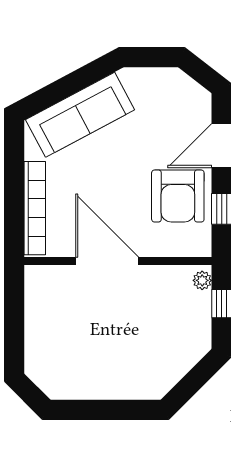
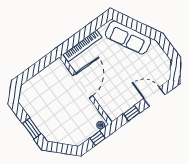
armchair: (178, 196) -> (125, 94), removed
window: (117, 410) -> (32, 128), added

